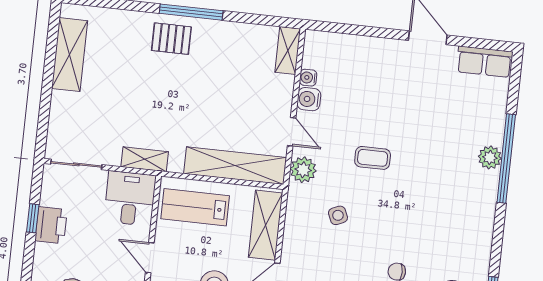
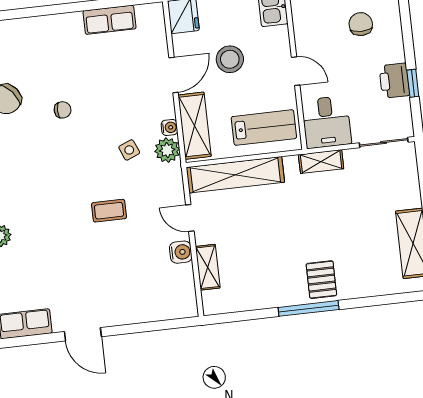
pallet: (171, 39) -> (321, 280), turned 90
shelving: (288, 50) -> (208, 267), moved
water cooler: (308, 78) -> (169, 127), moved
plant: (303, 170) -> (167, 150), moved

